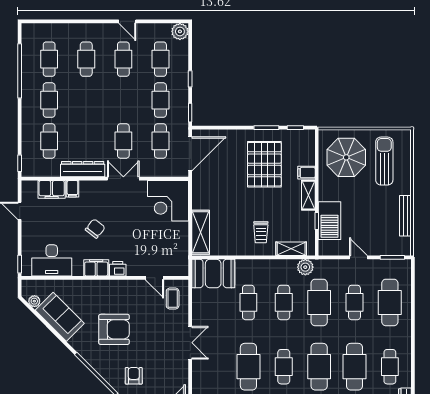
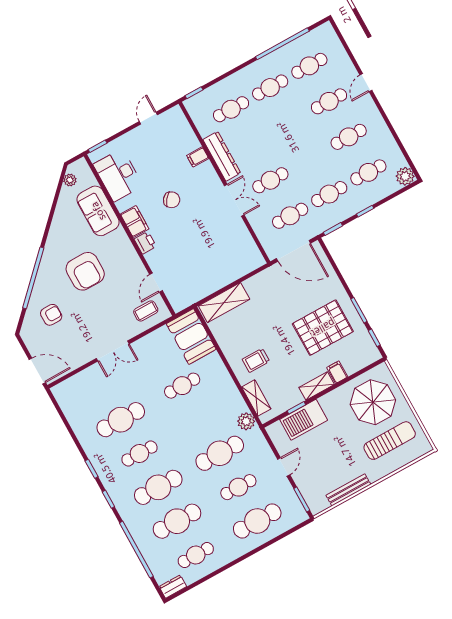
door: (127, 21) -> (366, 83), moved
filing cabinet: (52, 189) -> (186, 137), removed
corner desk: (168, 201) -> (237, 255), removed
cafe table: (284, 302) -> (201, 419), removed
sofa: (60, 317) -> (98, 211), moved, turned 135

